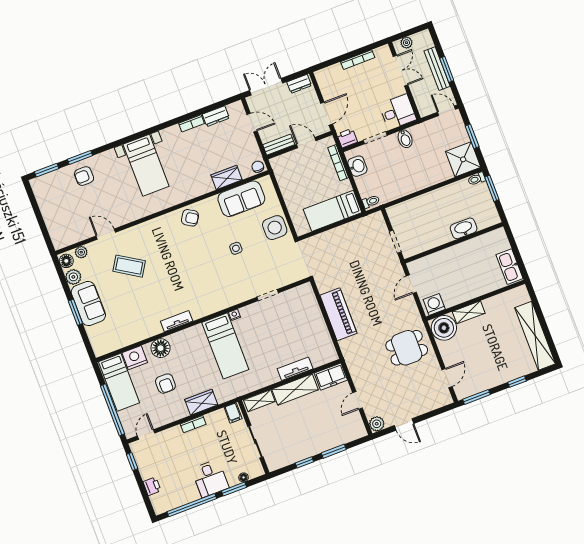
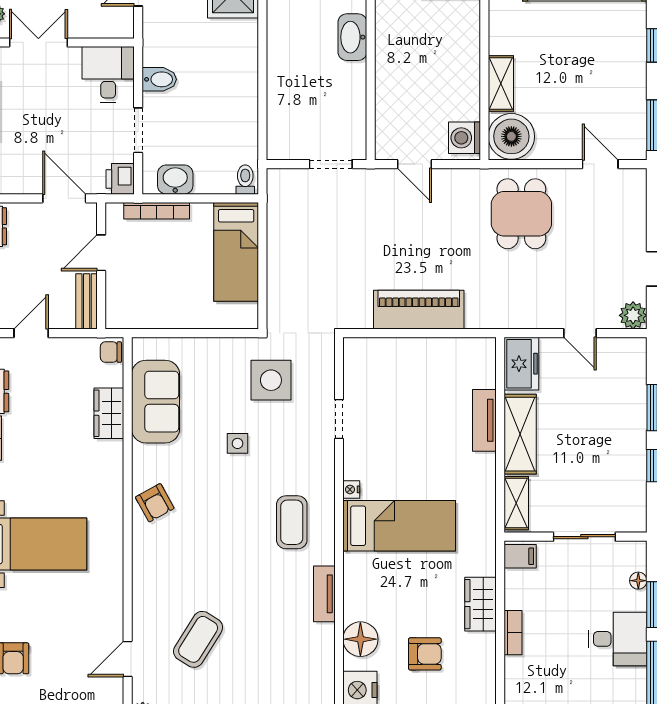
armchair: (190, 218) -> (155, 503), turned 119
side table: (275, 228) -> (271, 380), moved
coffee table: (206, 291) -> (292, 522), added

